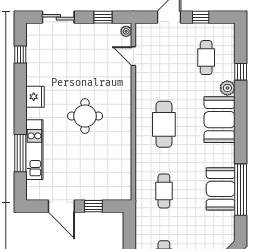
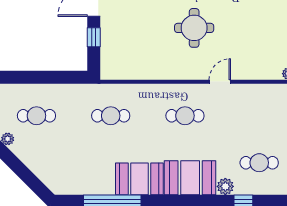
door: (133, 56) -> (220, 82), moved
cafe table: (164, 124) -> (185, 116), width x0.73, depth x0.74
booth: (221, 189) -> (139, 179), moved

